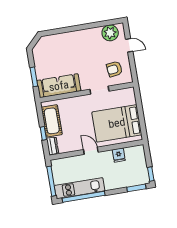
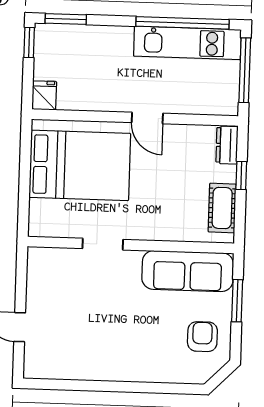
plant: (110, 33) -> (55, 362), removed
armchair: (114, 69) -> (202, 337), moved, turned -83
cot: (52, 121) -> (222, 208), width x0.73, depth x0.75
fridge: (119, 155) -> (44, 95), moved

